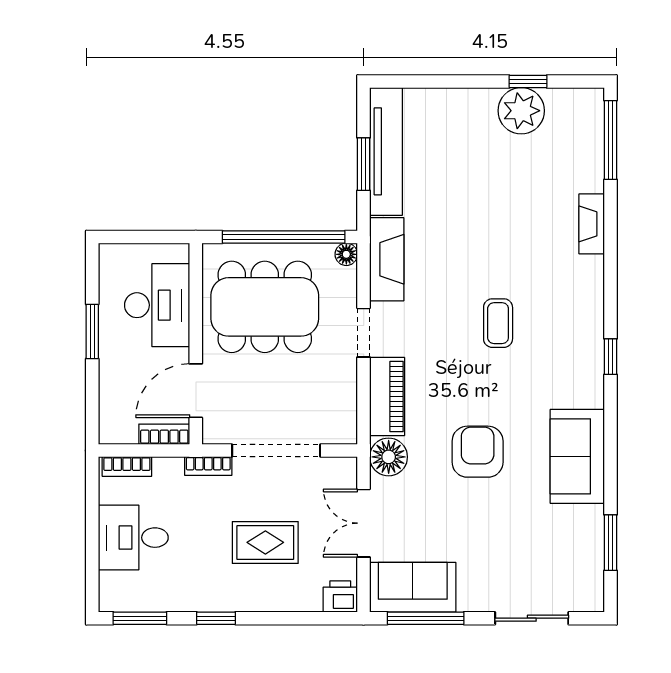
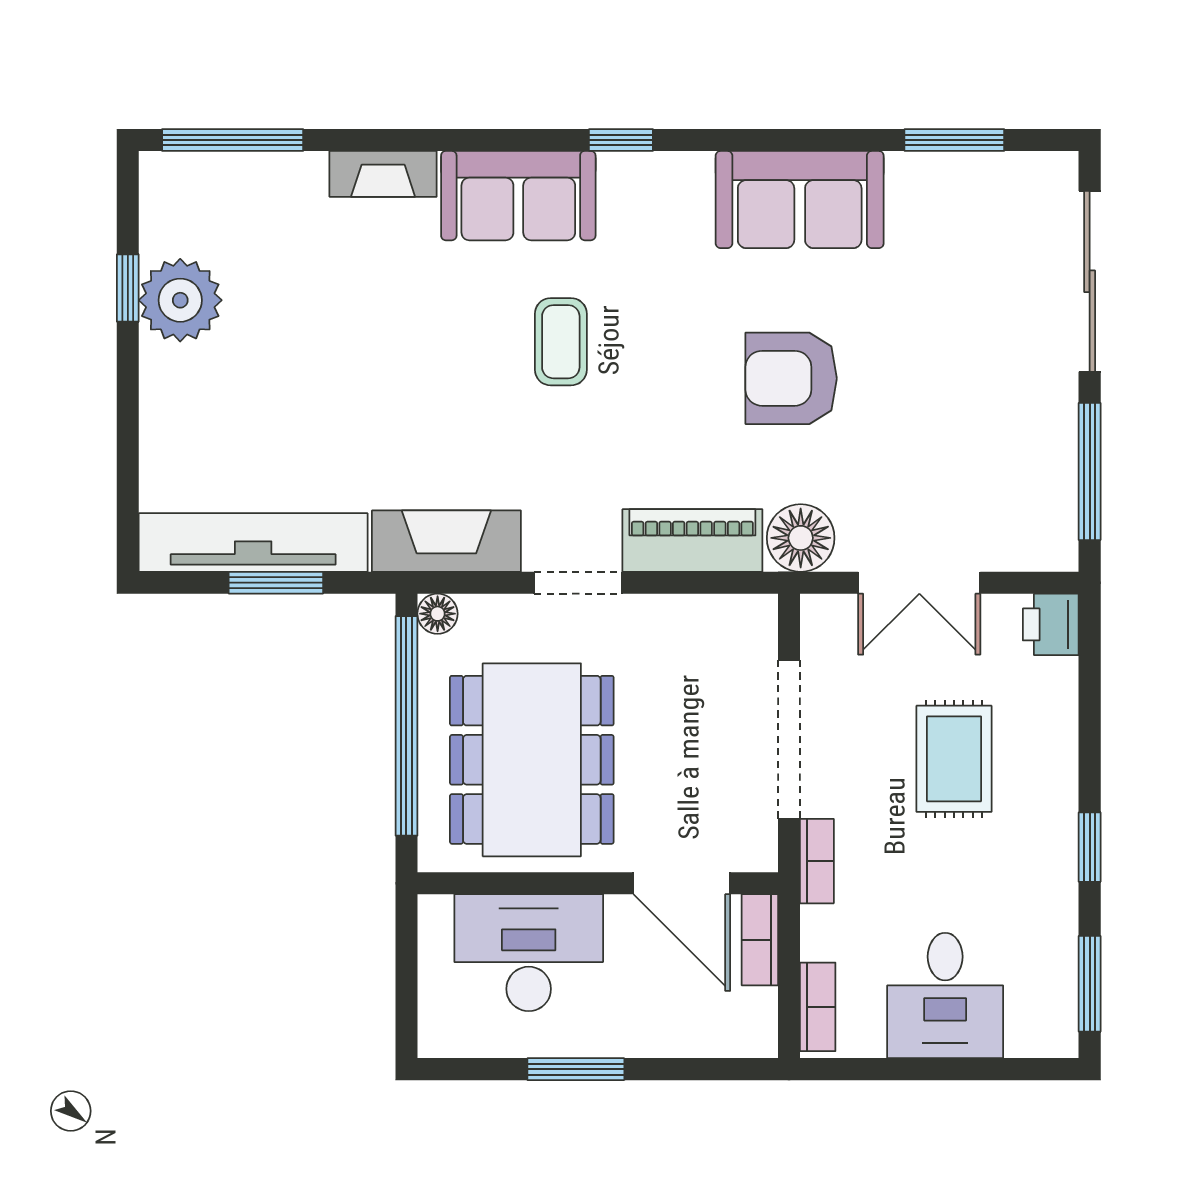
coffee table: (498, 323) -> (561, 342), turned 90
sofa: (413, 587) -> (518, 196), moved, turned -90
sliding door: (532, 618) -> (1090, 281), width x1.37

